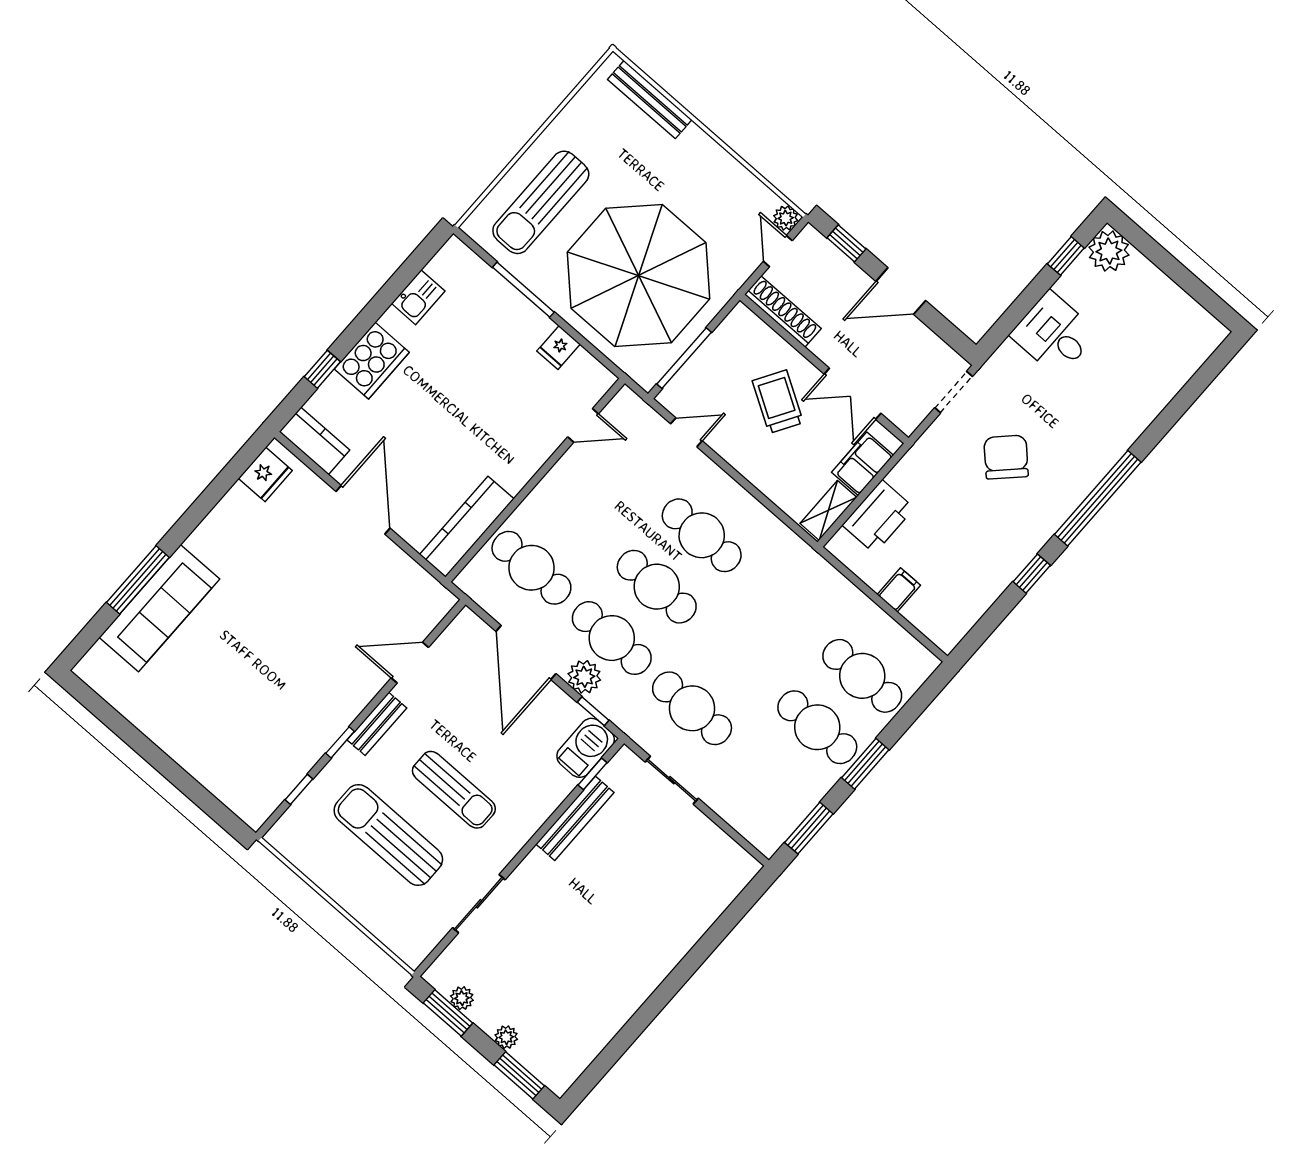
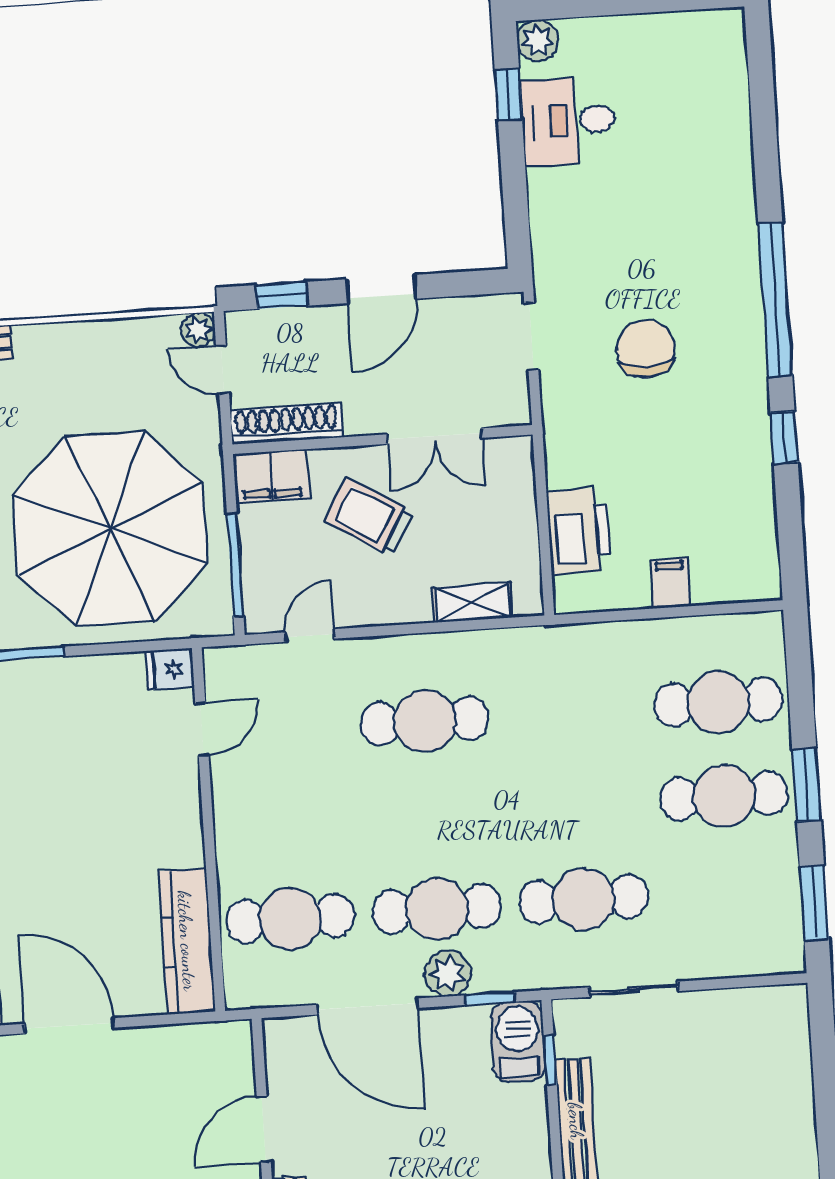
plant: (1109, 251) -> (538, 40), width x0.73, depth x0.73
desk: (1054, 334) -> (569, 121), moved
fridge: (559, 348) -> (170, 669), moved, turned 90
chair: (1006, 457) -> (646, 349), turned 44
filing cabinet: (863, 464) -> (271, 476), moved, turned -90
shelving: (828, 510) -> (472, 603), moved, turned 90
cafe table: (657, 587) -> (431, 815), removed

